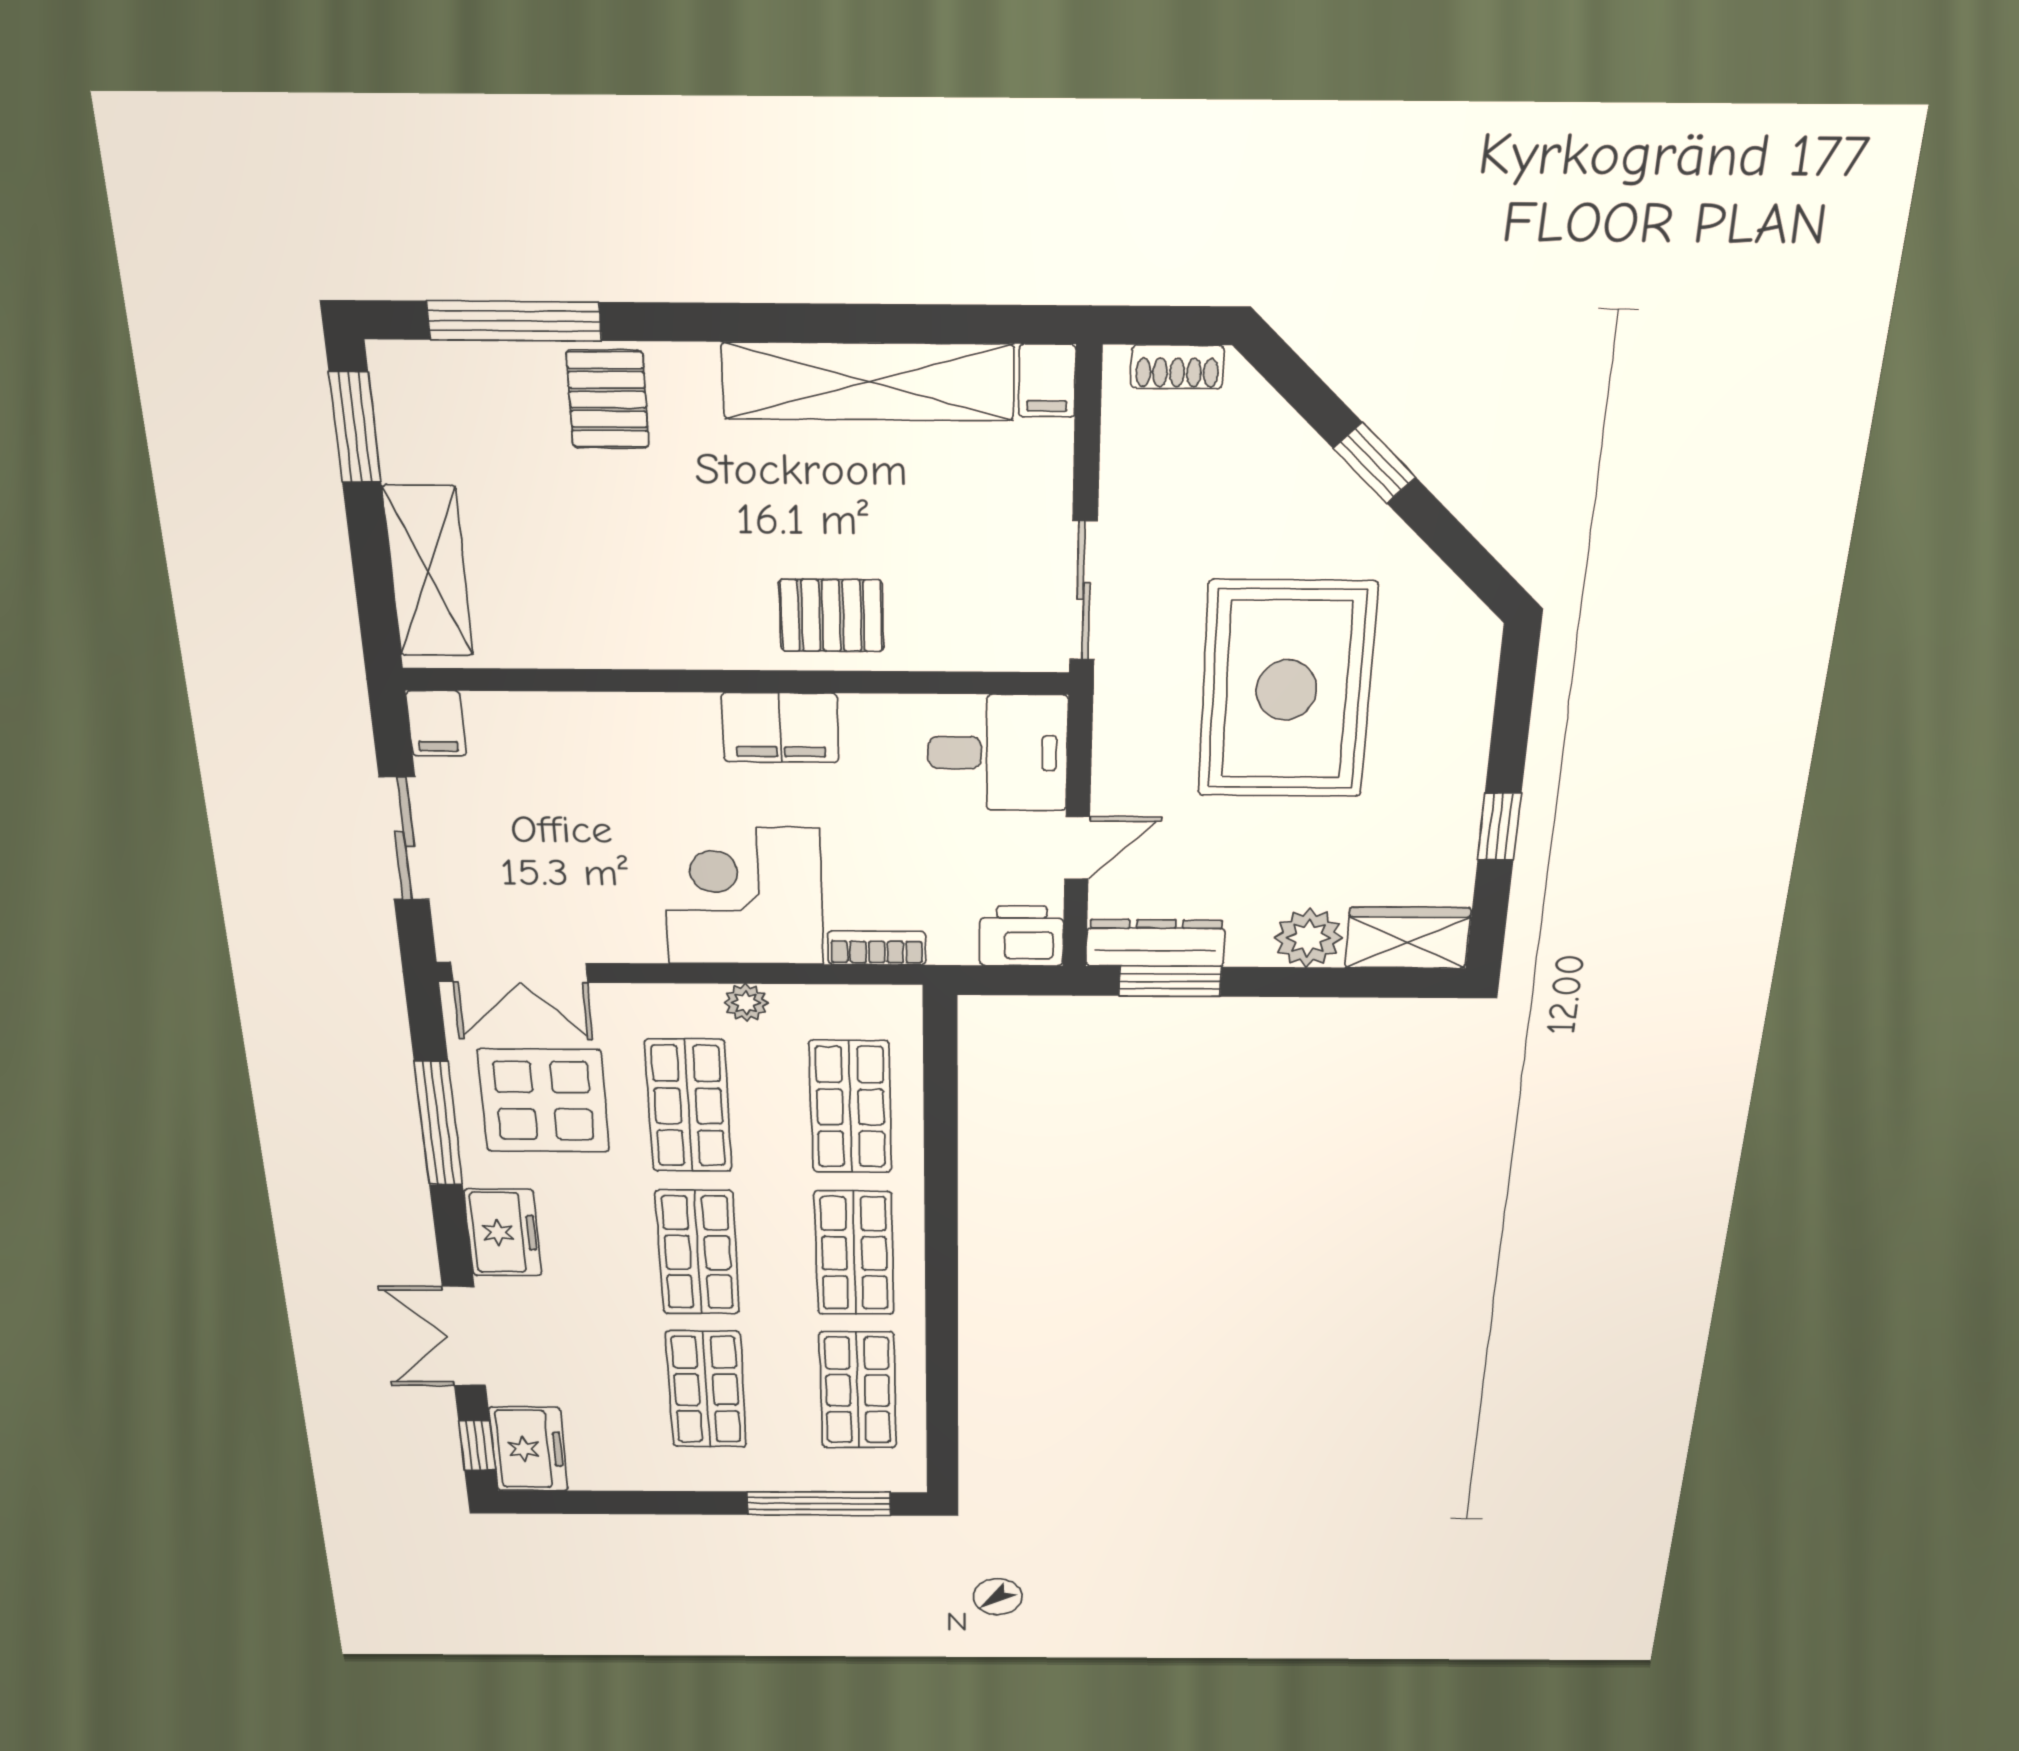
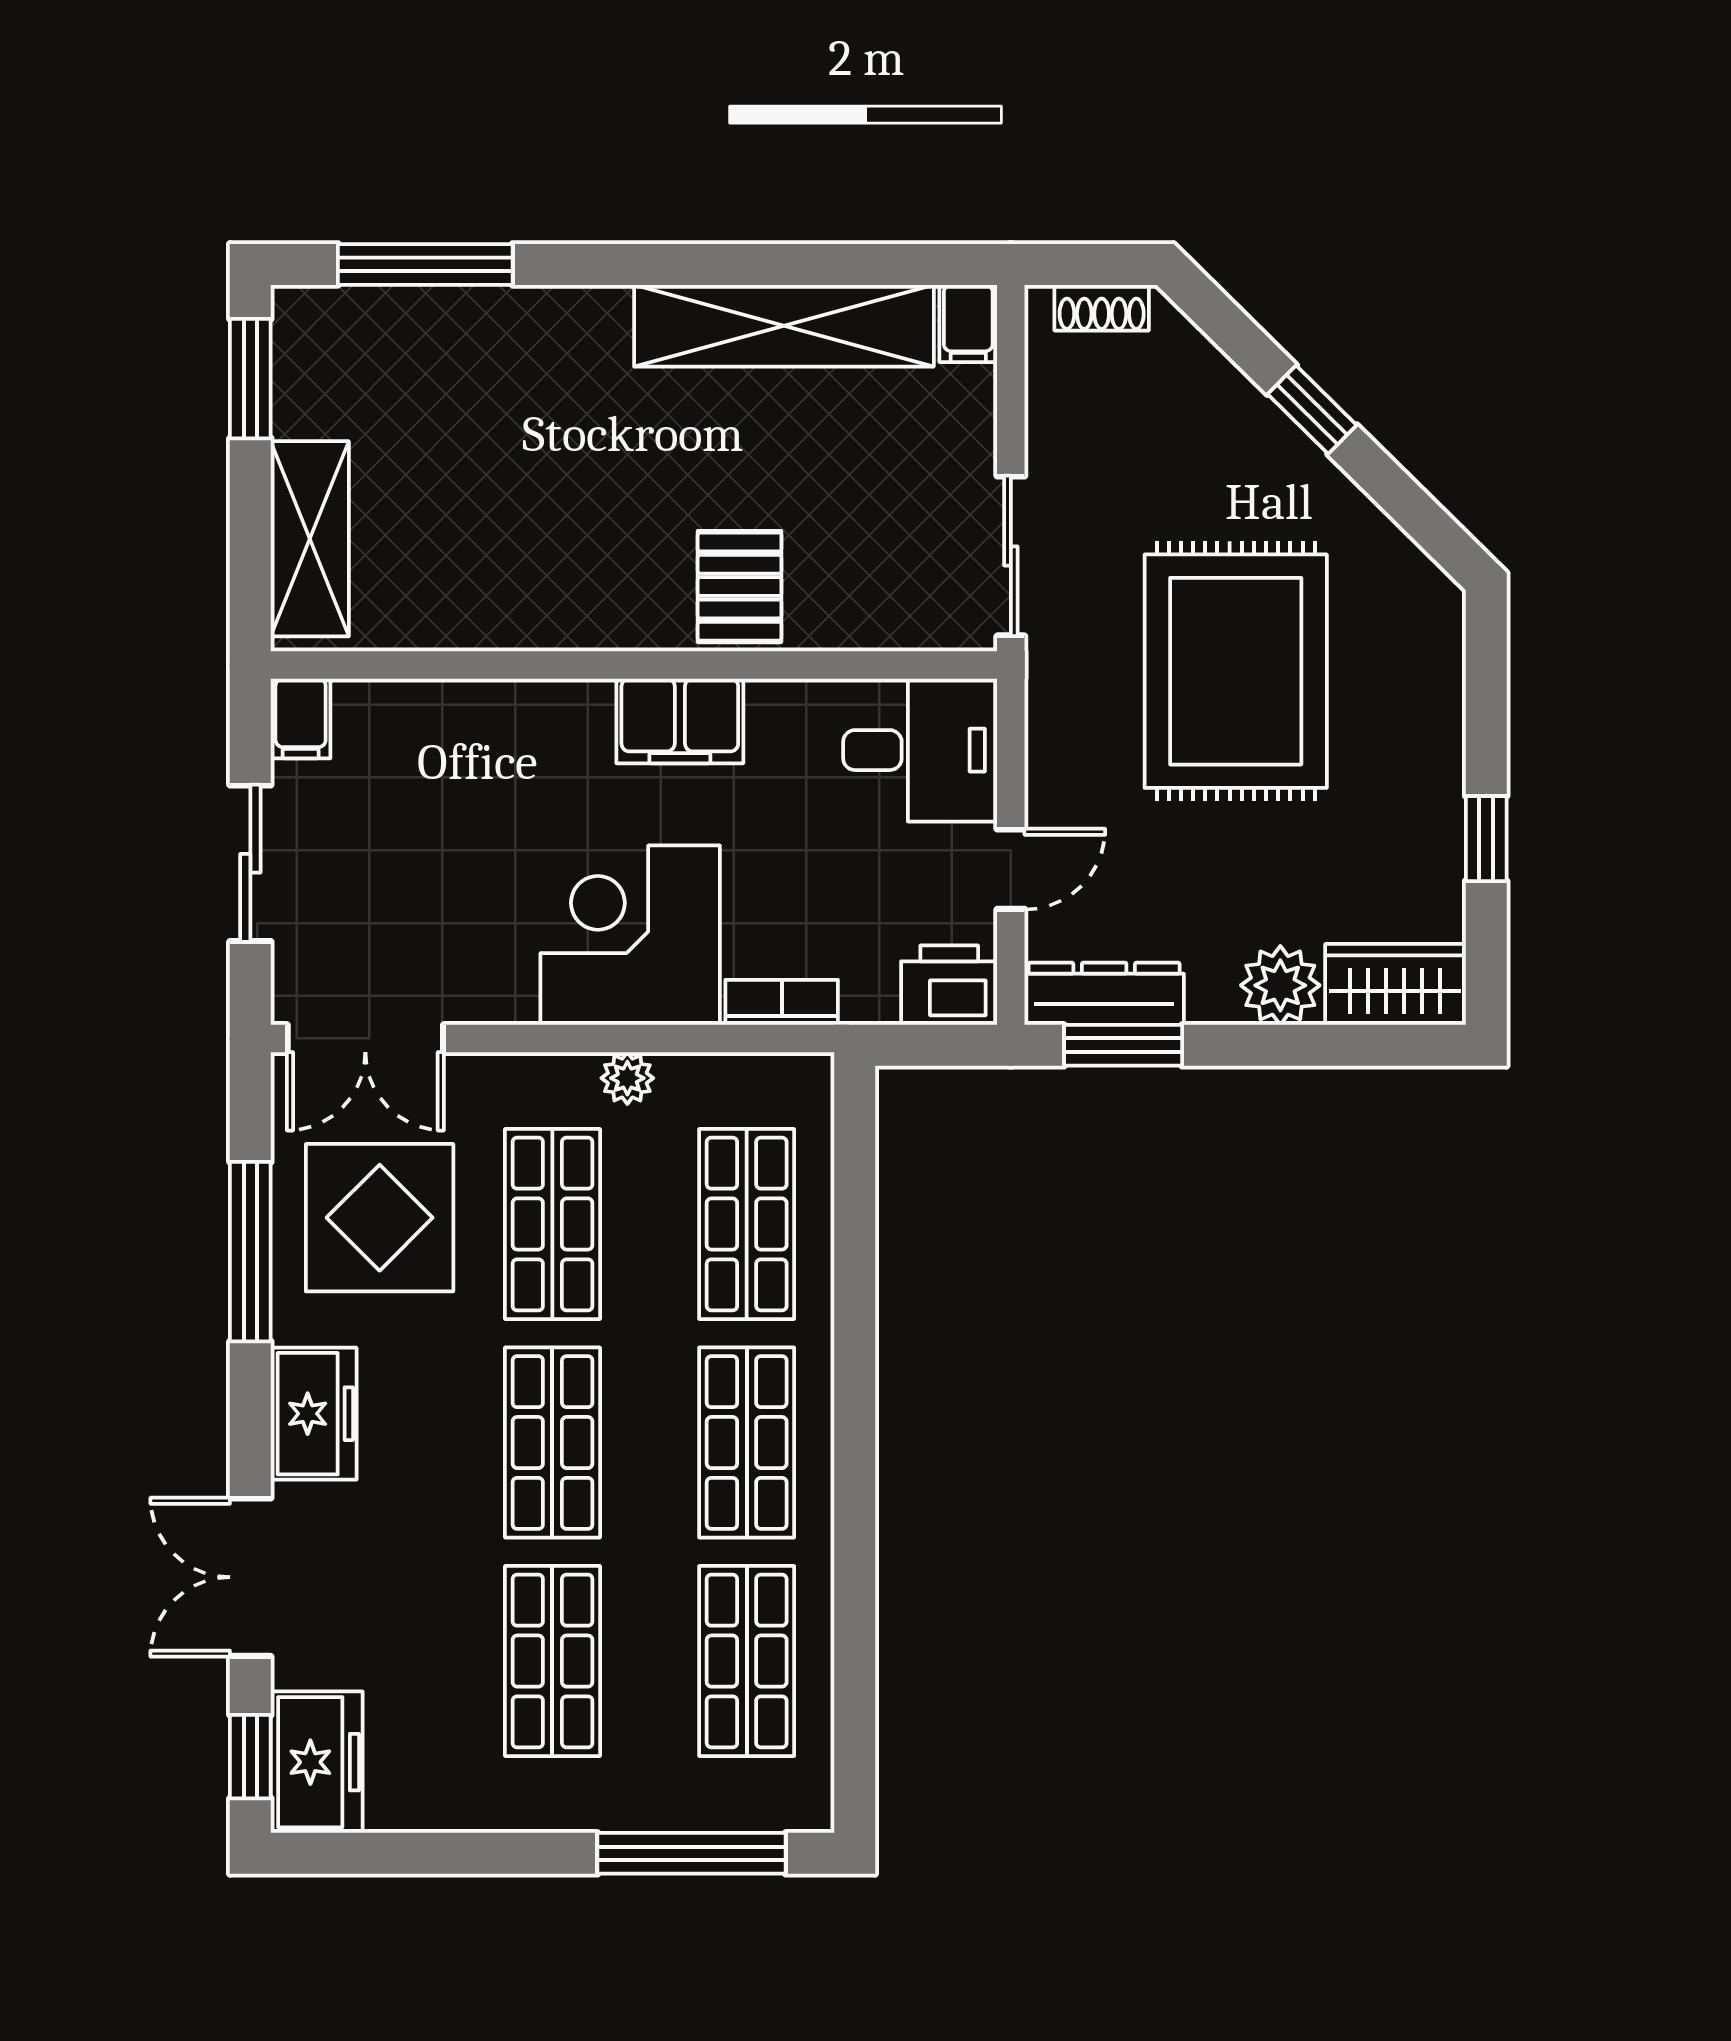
pallet: (608, 399) -> (515, 347), removed
pallet: (831, 616) -> (740, 587), turned 90

